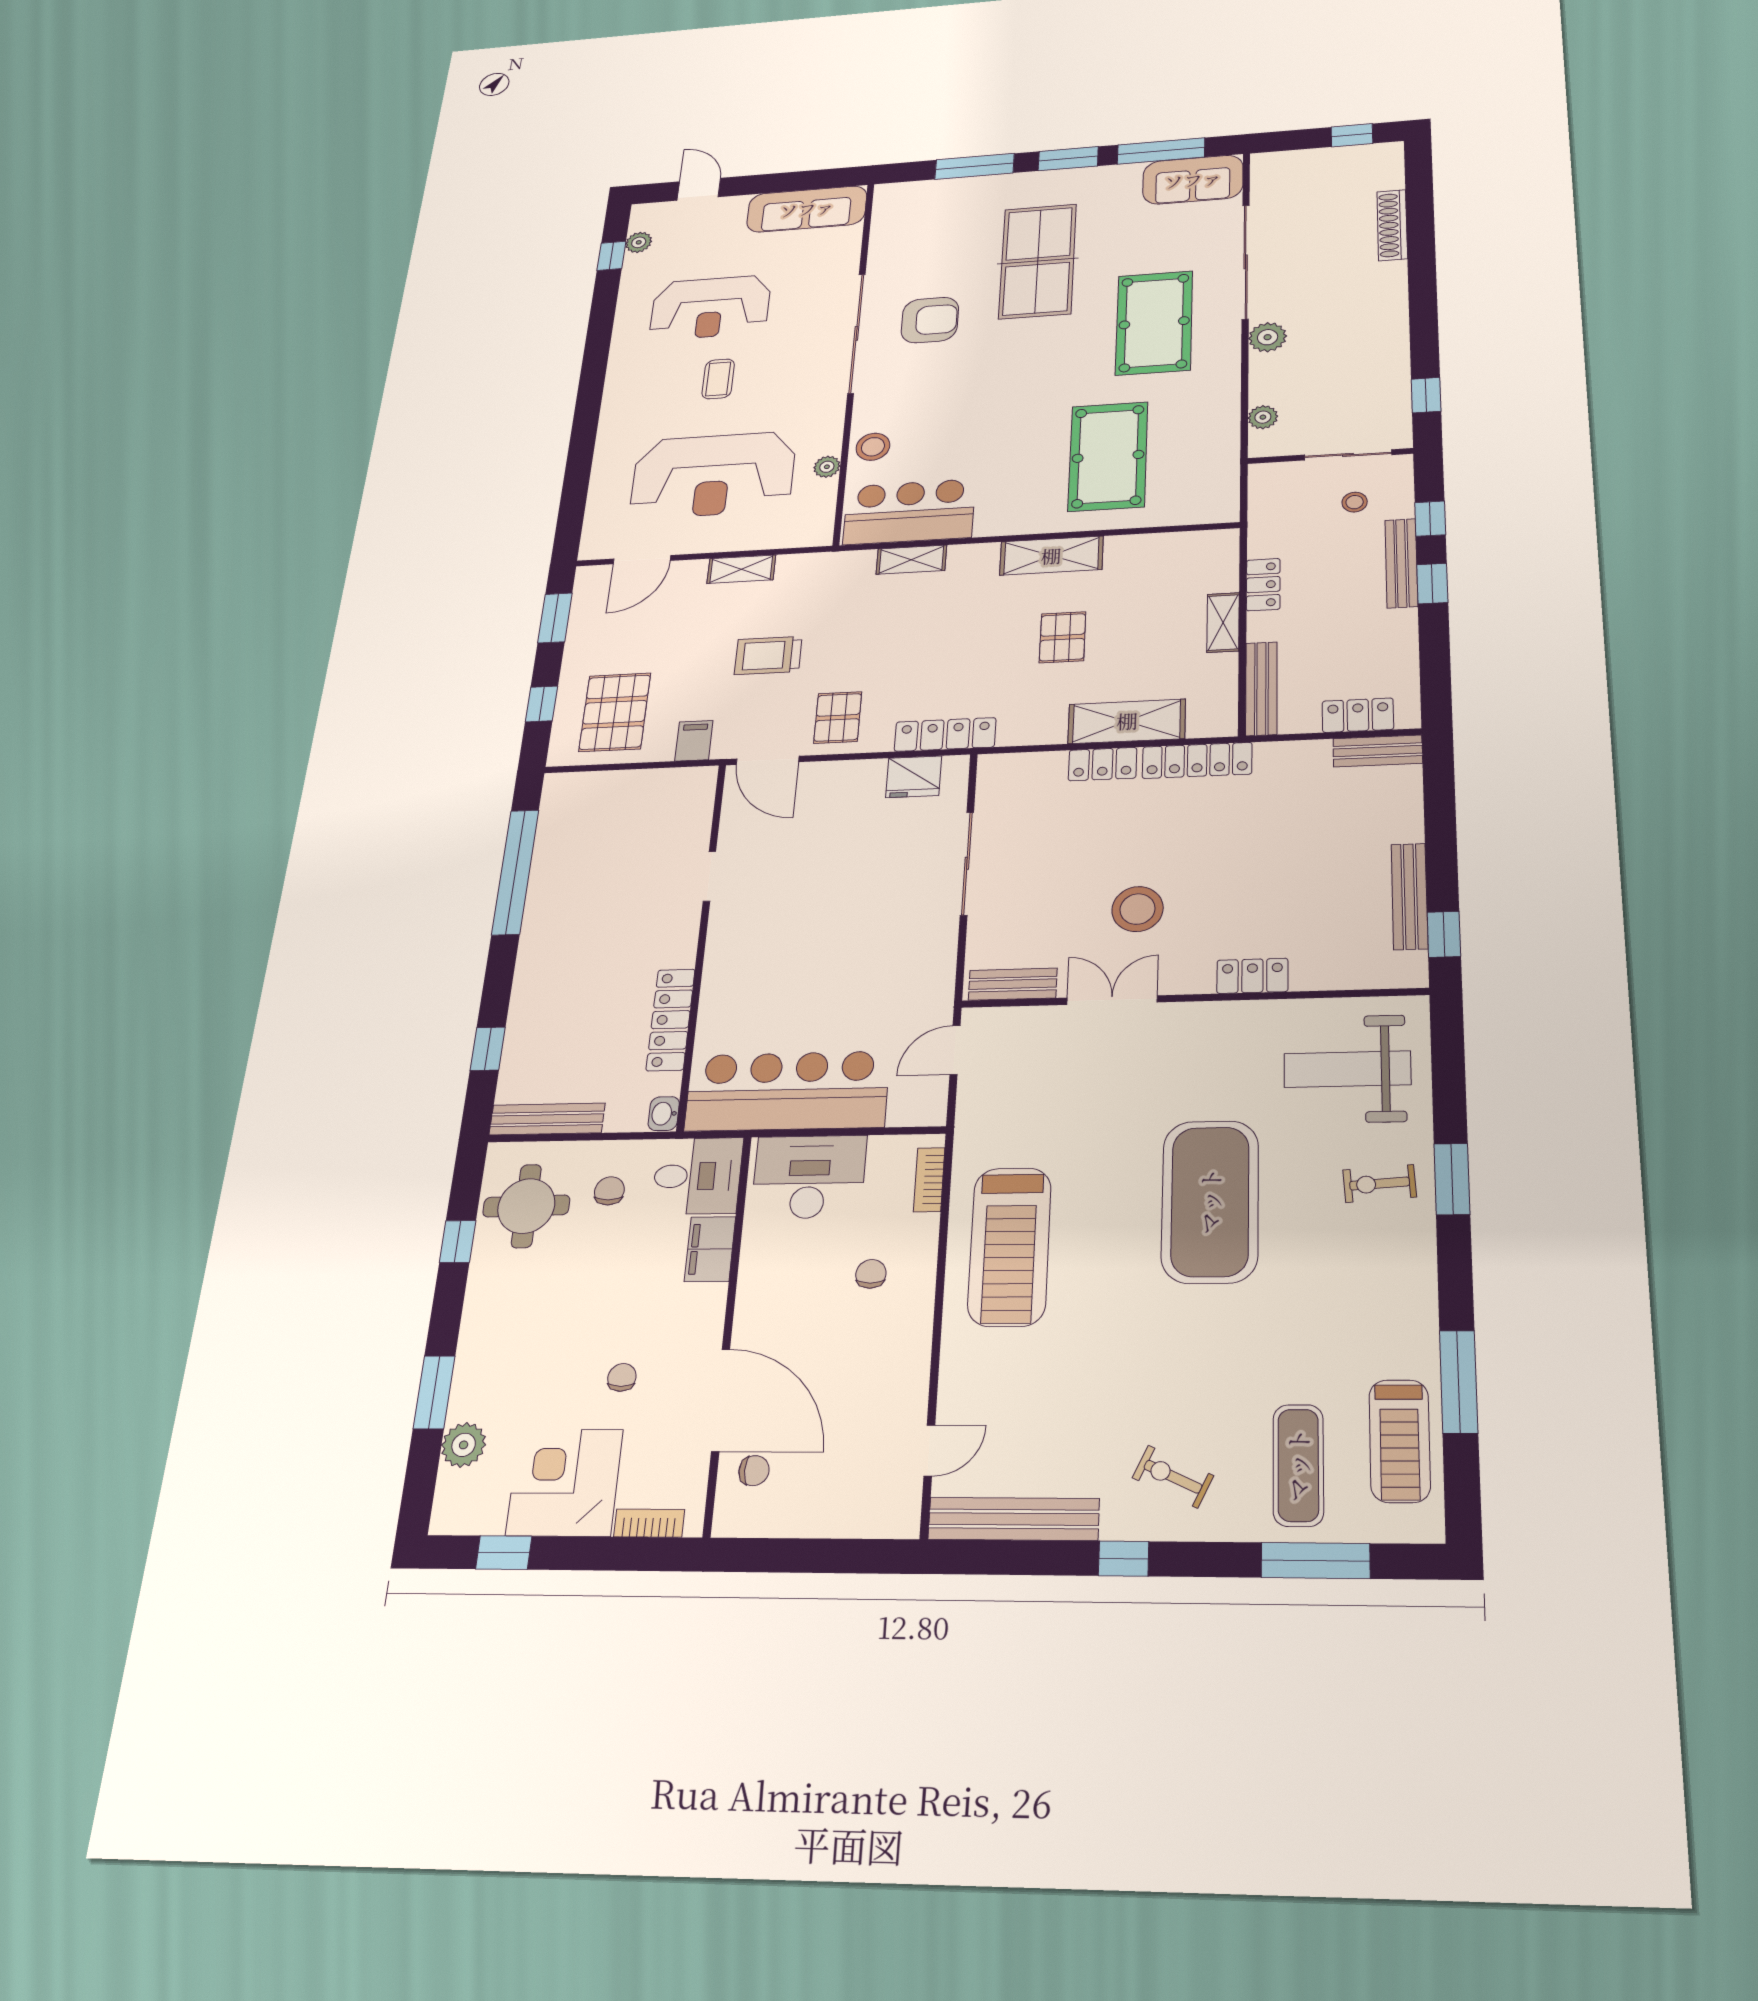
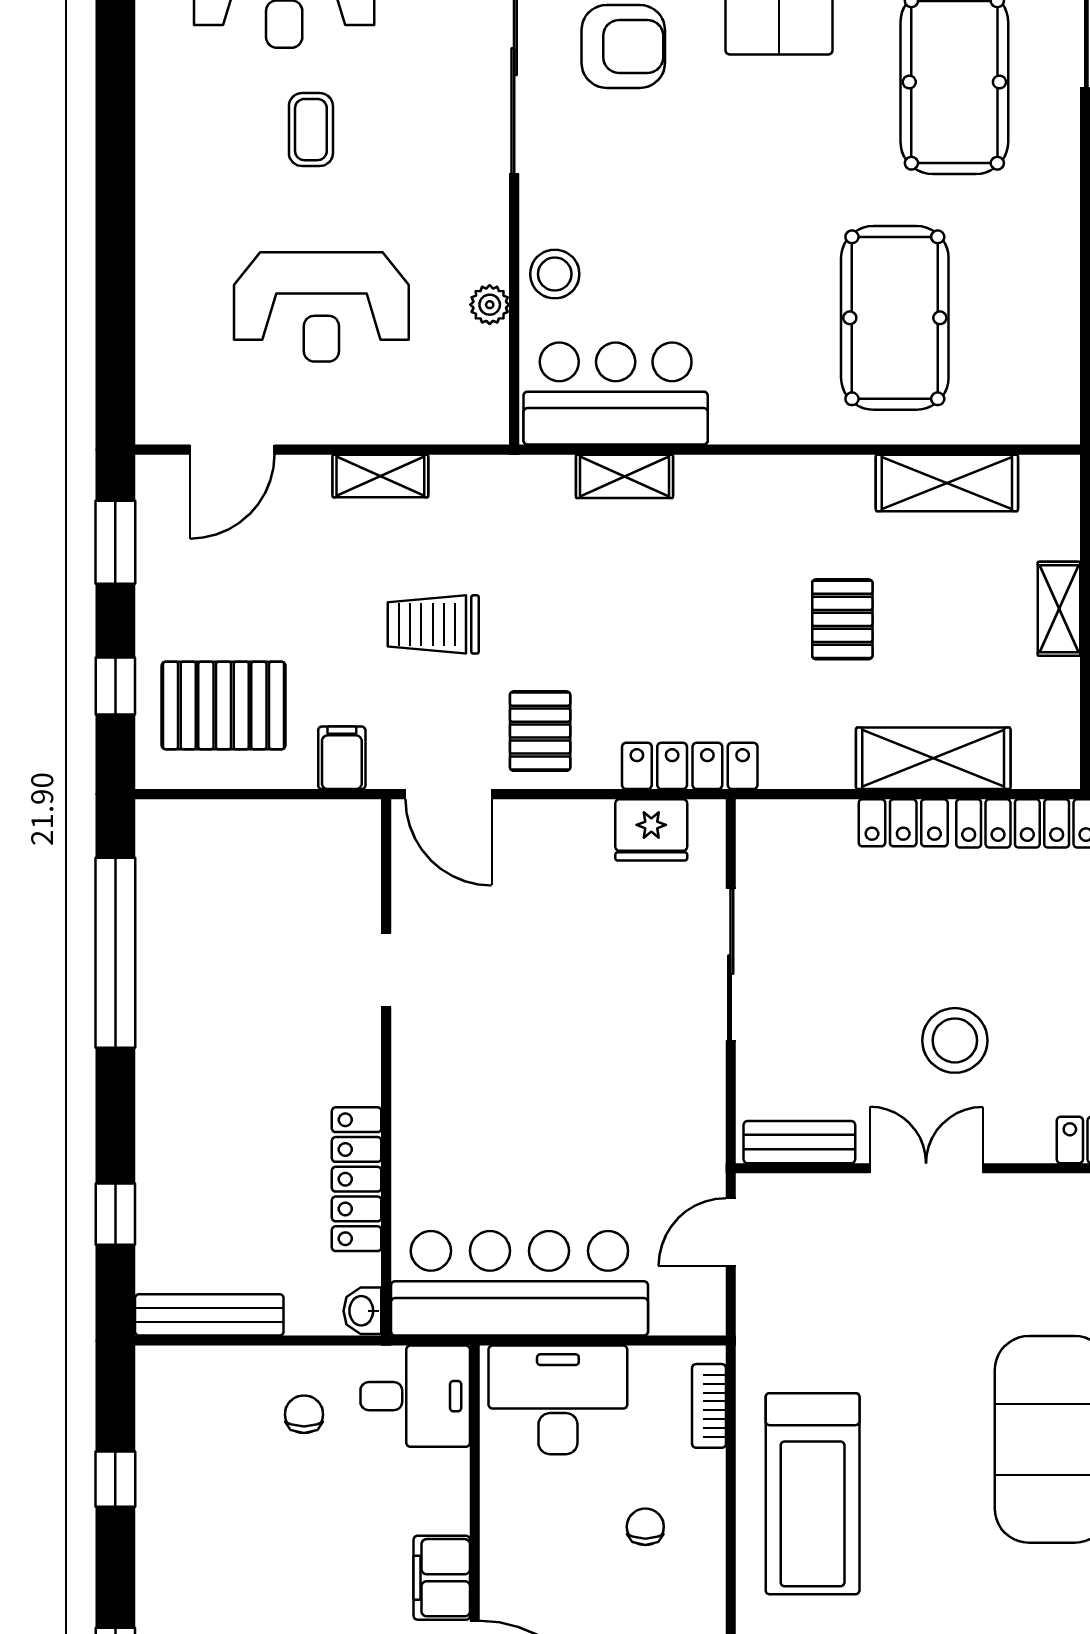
reception desk: (713, 475) -> (321, 307), width x0.74, depth x0.77
shelving: (1051, 556) -> (947, 483), moved
pallet: (615, 712) -> (224, 705), turned 90
round table: (526, 1206) -> (198, 1433), removed
filing cabinet: (710, 1249) -> (442, 1578), moved

